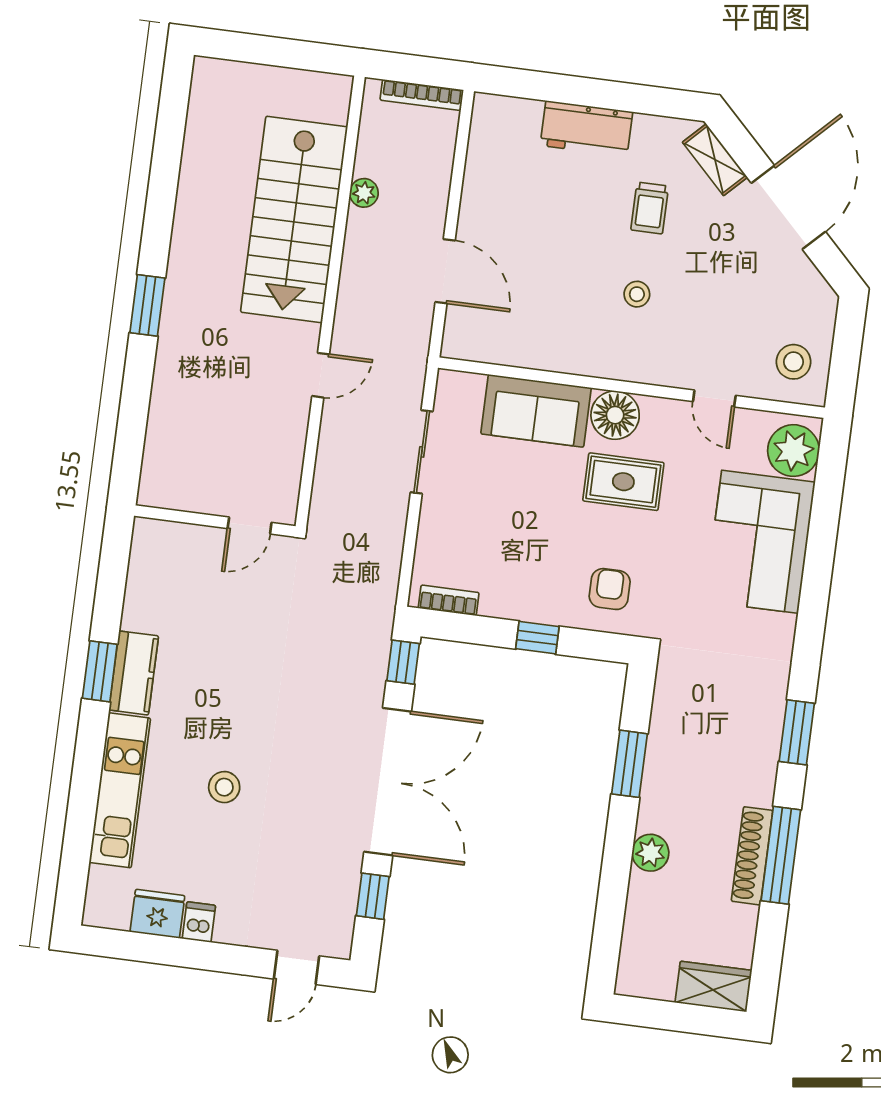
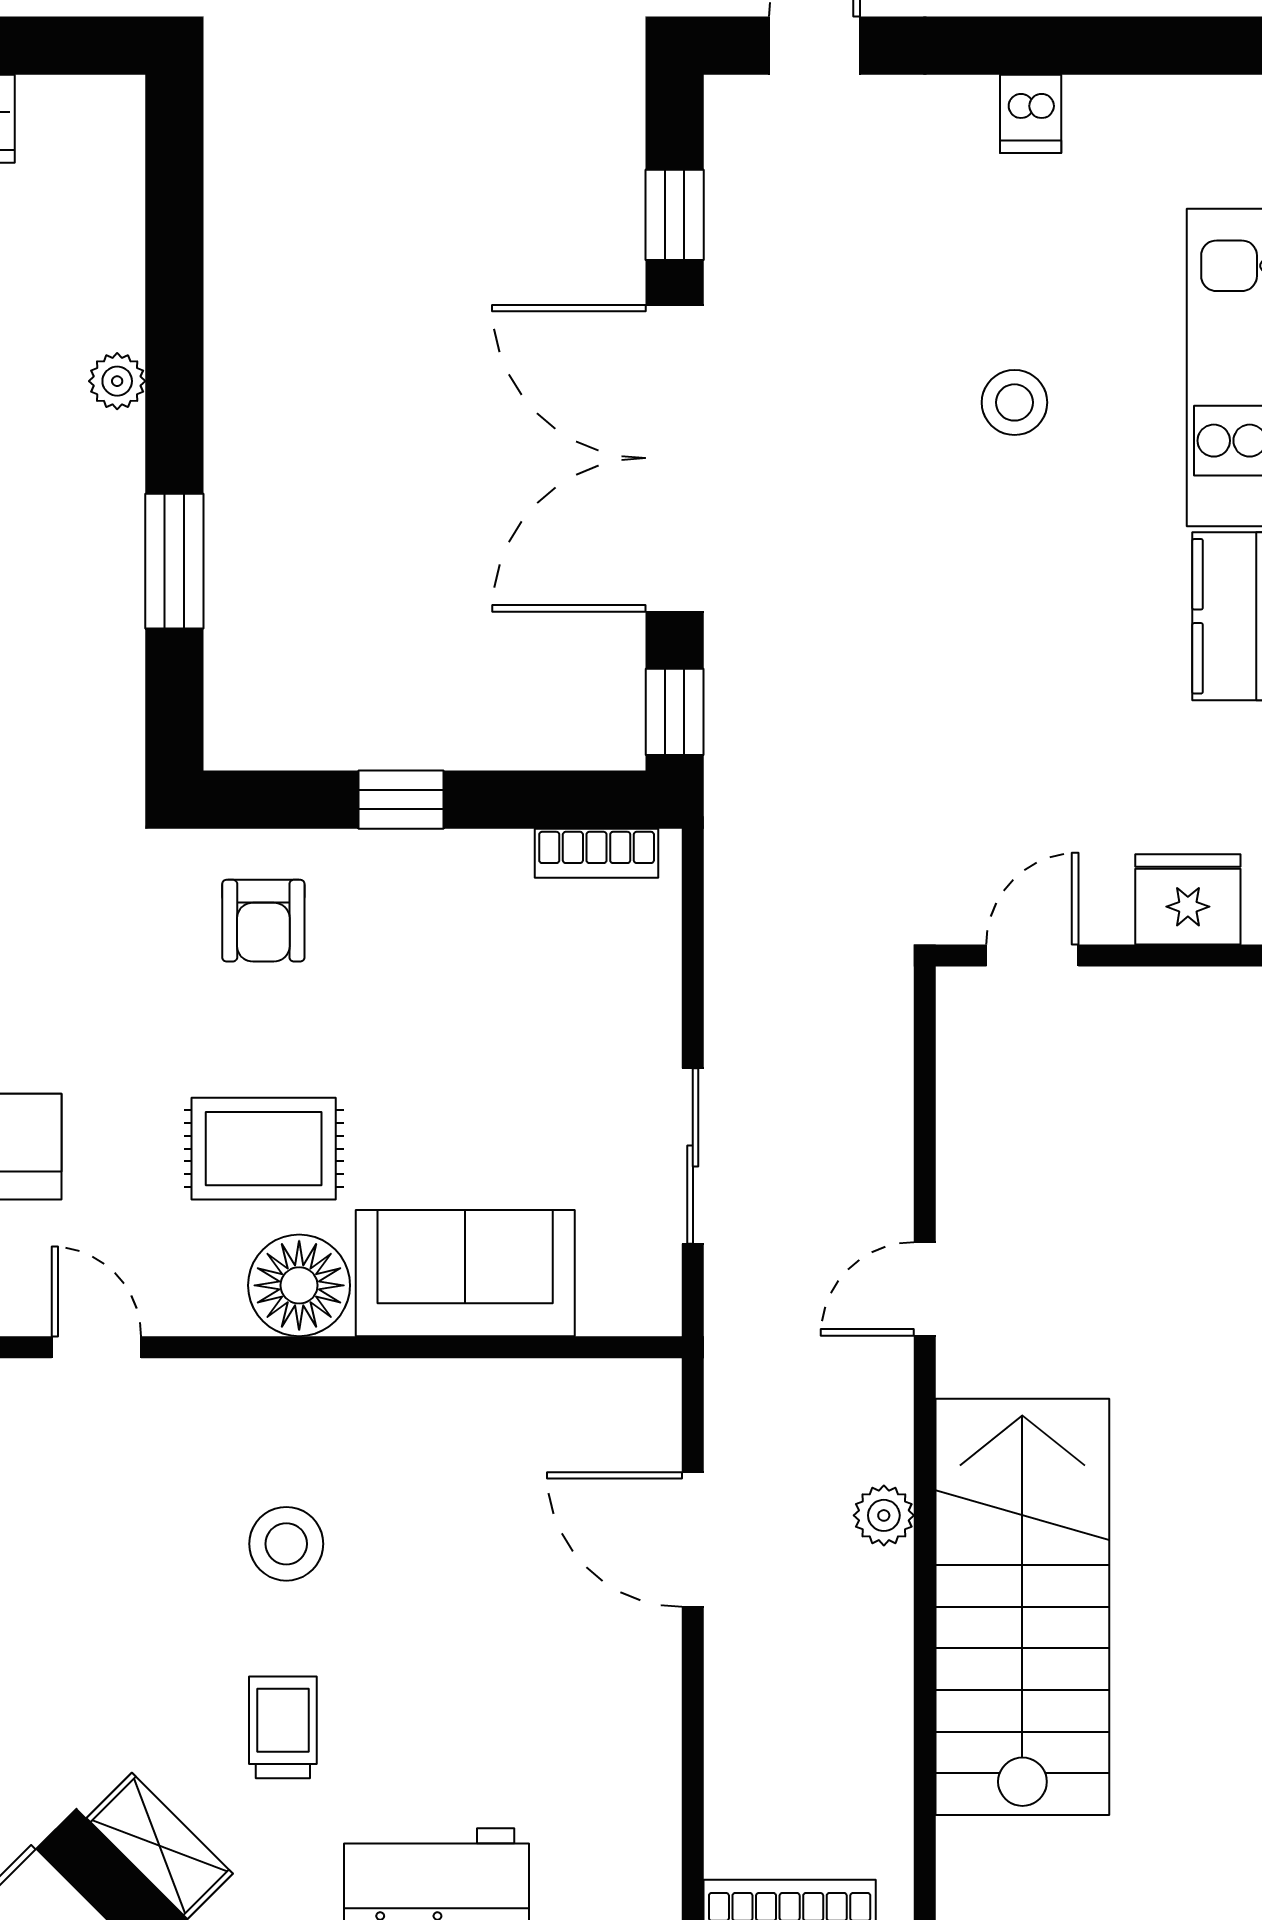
plant: (364, 193) -> (884, 1515), moved
stool: (637, 294) -> (286, 1544), width x1.37, depth x1.37
plant: (650, 853) -> (117, 381), width x0.73, depth x0.73
fridge: (157, 914) -> (1188, 899), moved, turned 180

